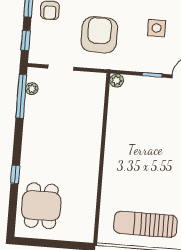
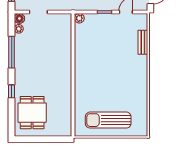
floor lamp: (34, 74) -> (19, 18), added
window: (21, 96) -> (12, 52), moved

